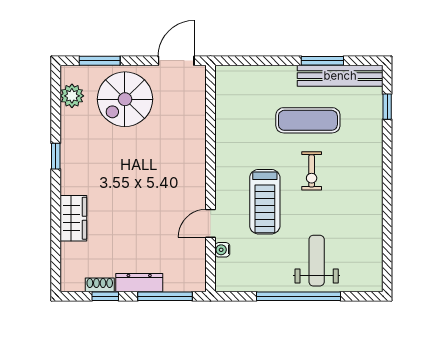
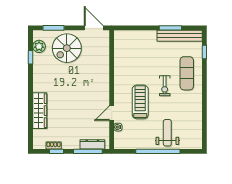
door: (176, 61) -> (94, 28), hinge flipped
exercise mat: (308, 120) -> (187, 73), moved, turned 90
window: (56, 156) -> (30, 57), moved
treadmill: (265, 202) -> (140, 102), turned 180
wardrobe: (73, 218) -> (40, 111), width x1.50
dresser: (139, 283) -> (92, 144), moved

